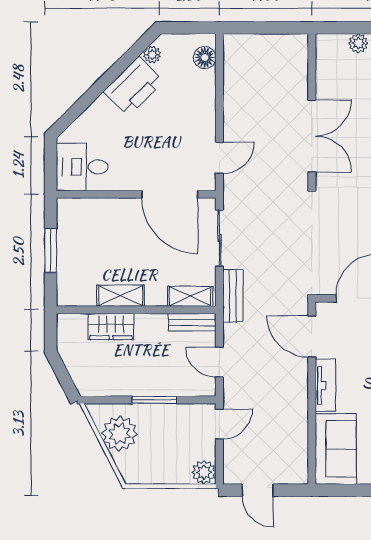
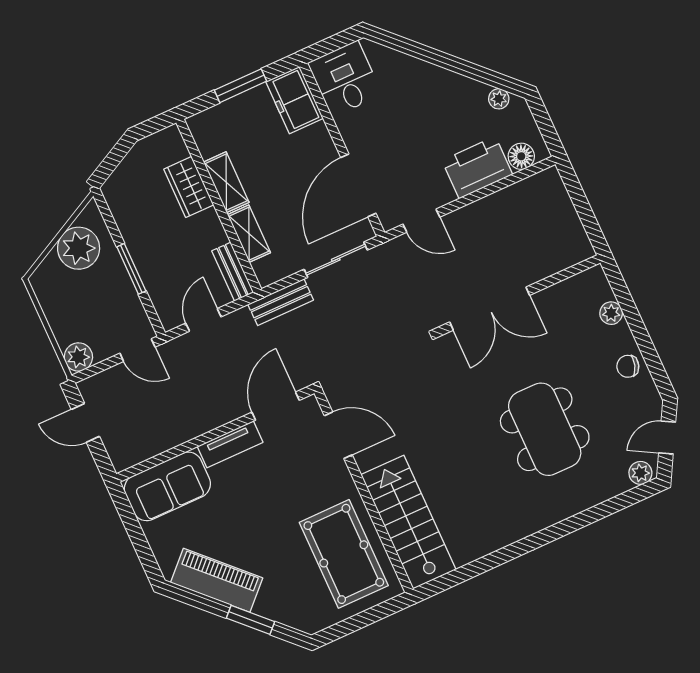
printer: (134, 86) -> (477, 167), moved, turned 135
freezer: (81, 214) -> (295, 100), added
shelving: (190, 296) -> (249, 234), moved
door: (258, 490) -> (85, 423), hinge flipped

